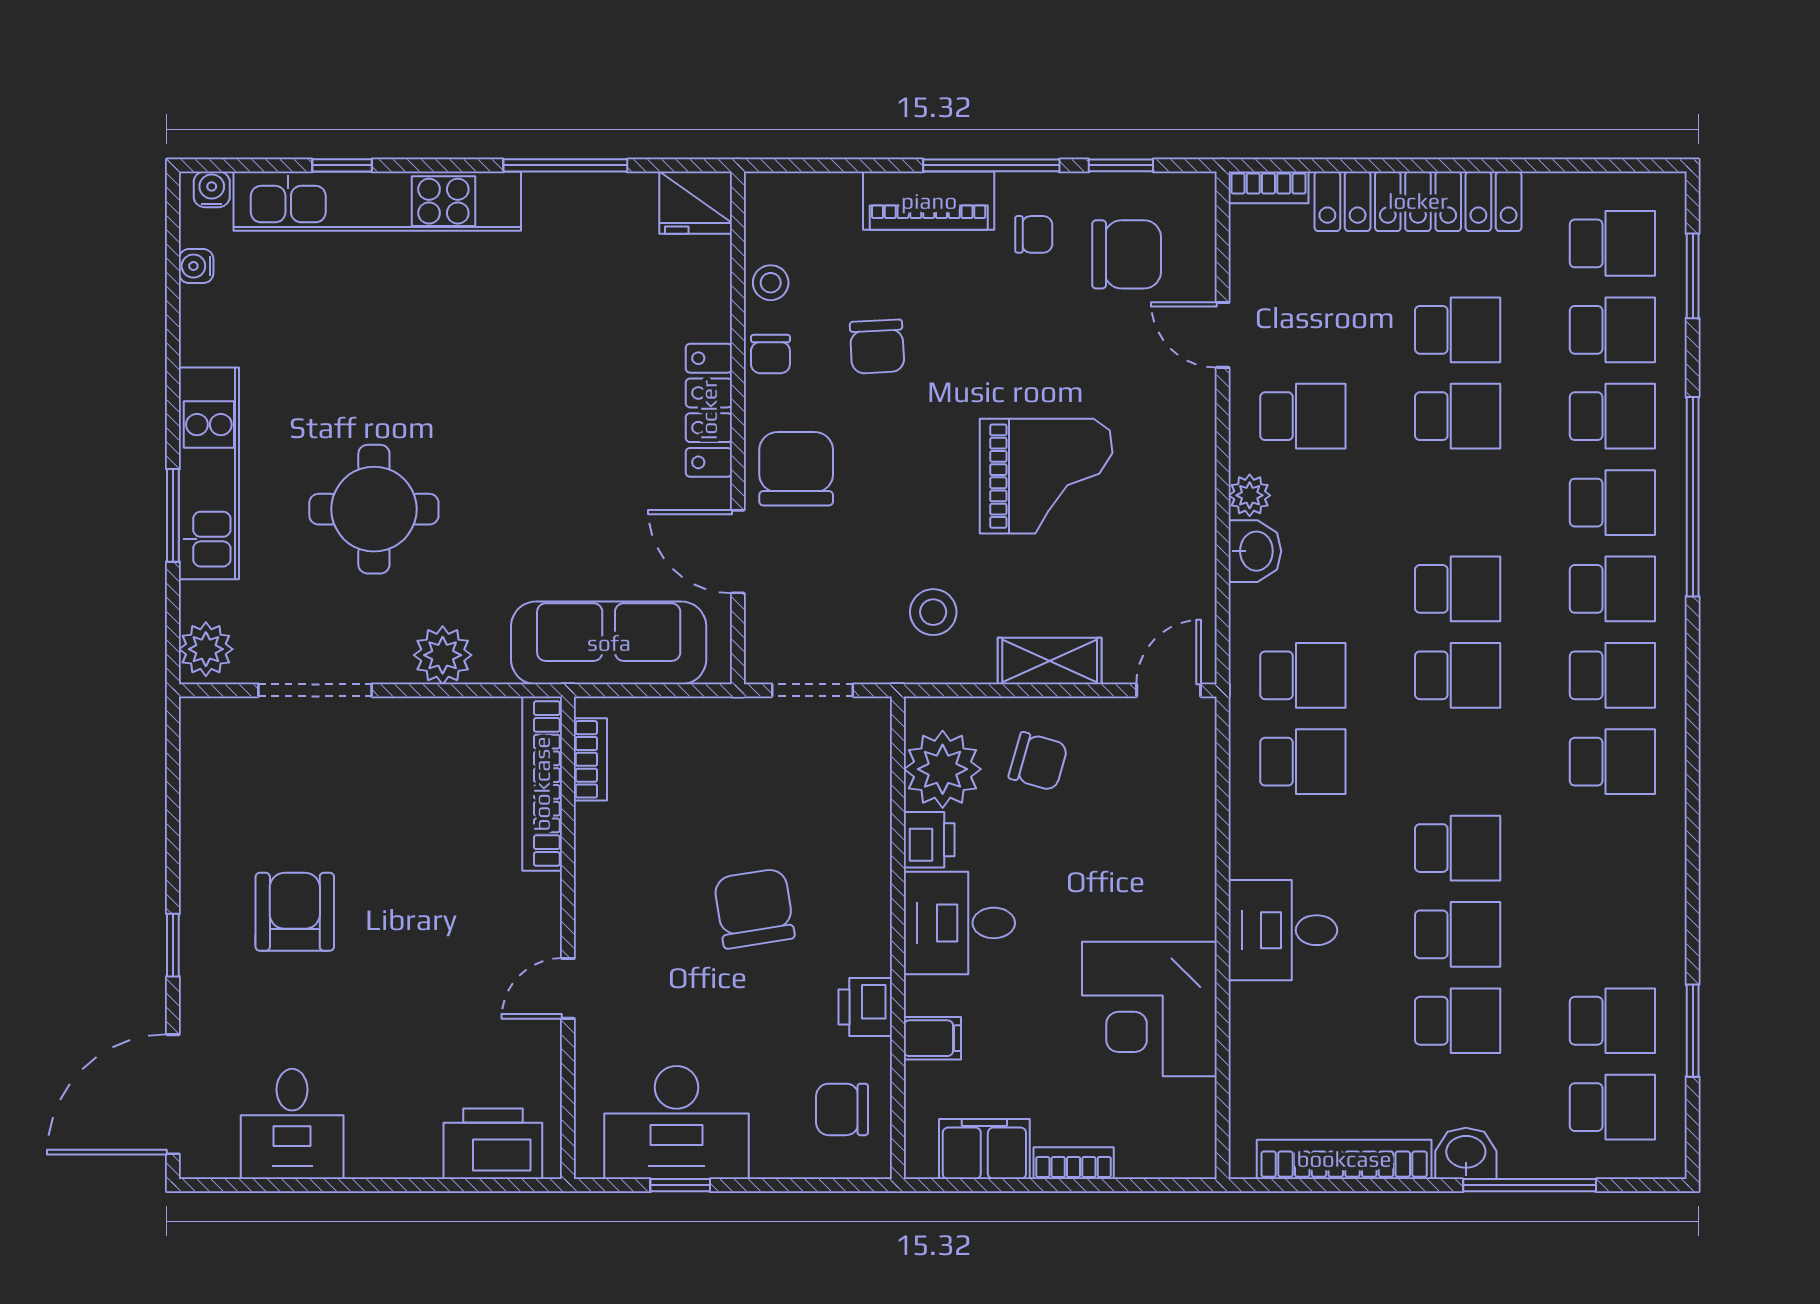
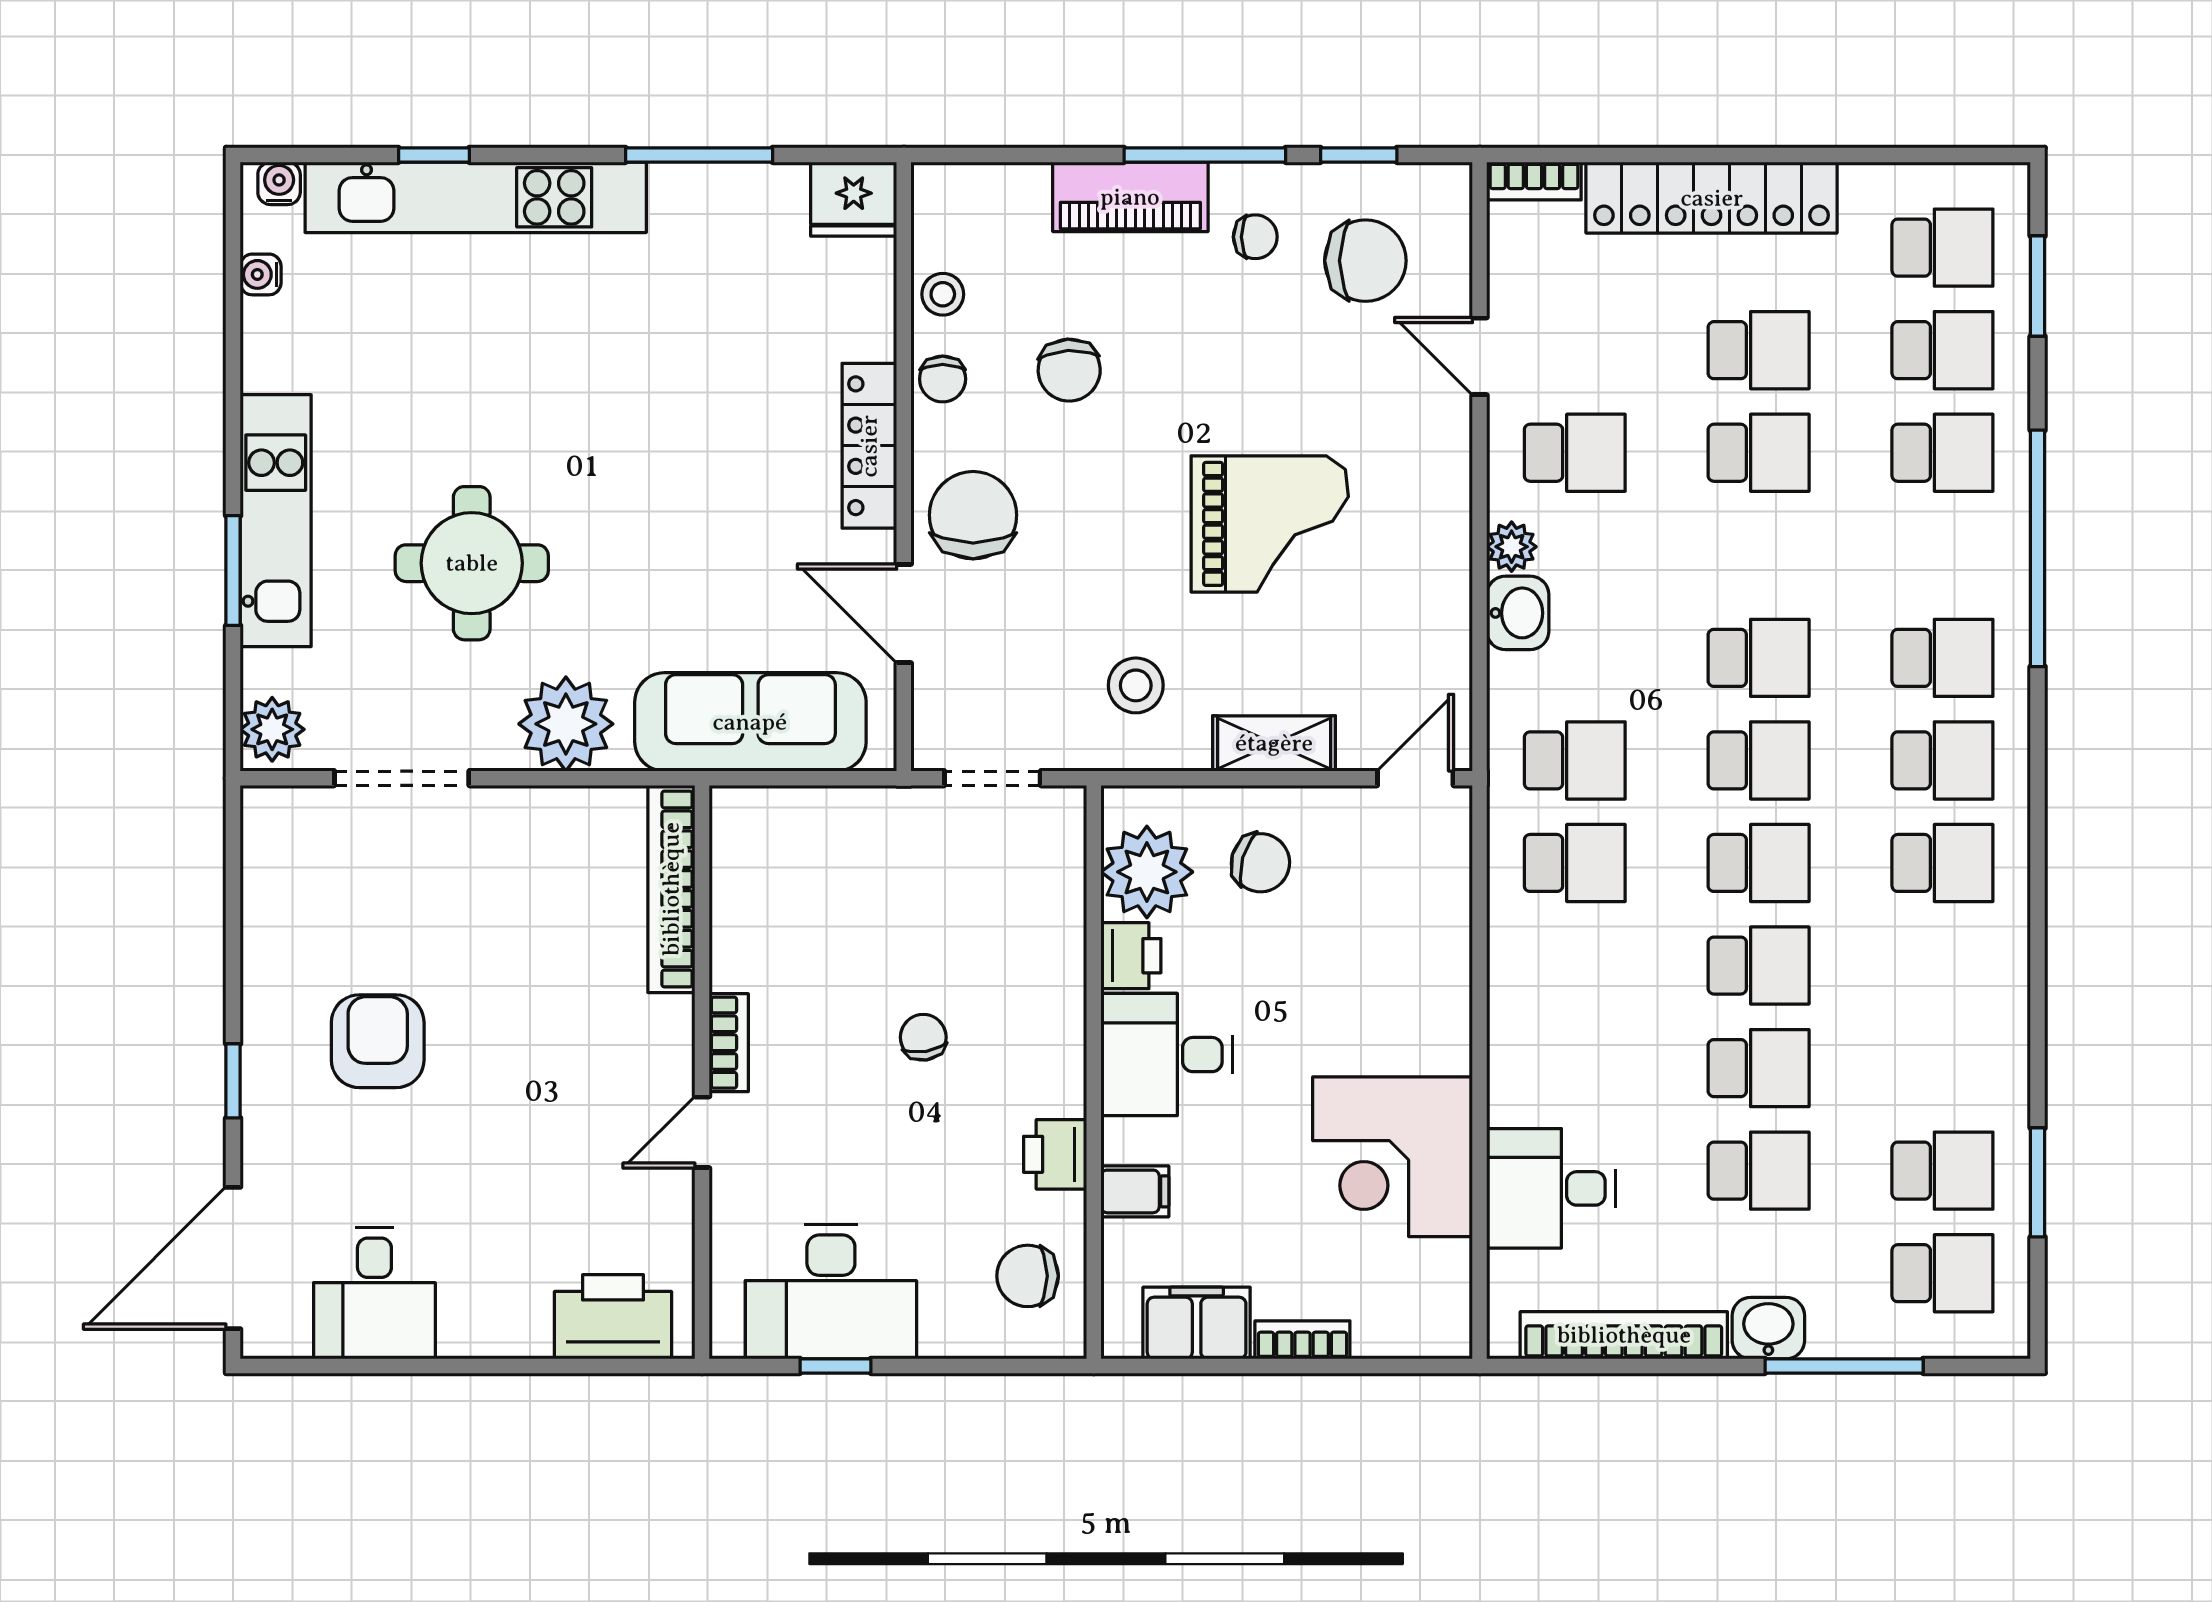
school desk: (1612, 503) -> (1759, 863), moved
plant: (443, 655) -> (566, 724), width x1.36, depth x1.36
bookcase: (590, 759) -> (729, 1043), moved
chair: (754, 908) -> (923, 1037), width x0.54, depth x0.54
desk: (1283, 930) -> (1551, 1188), moved

